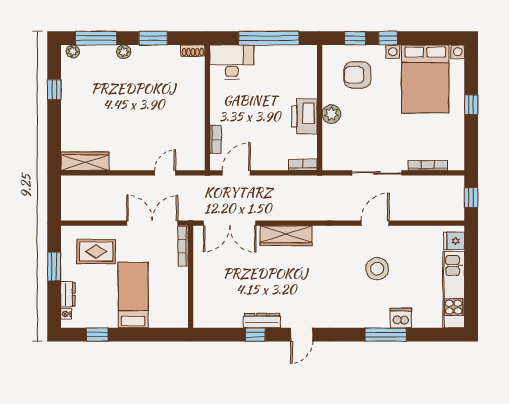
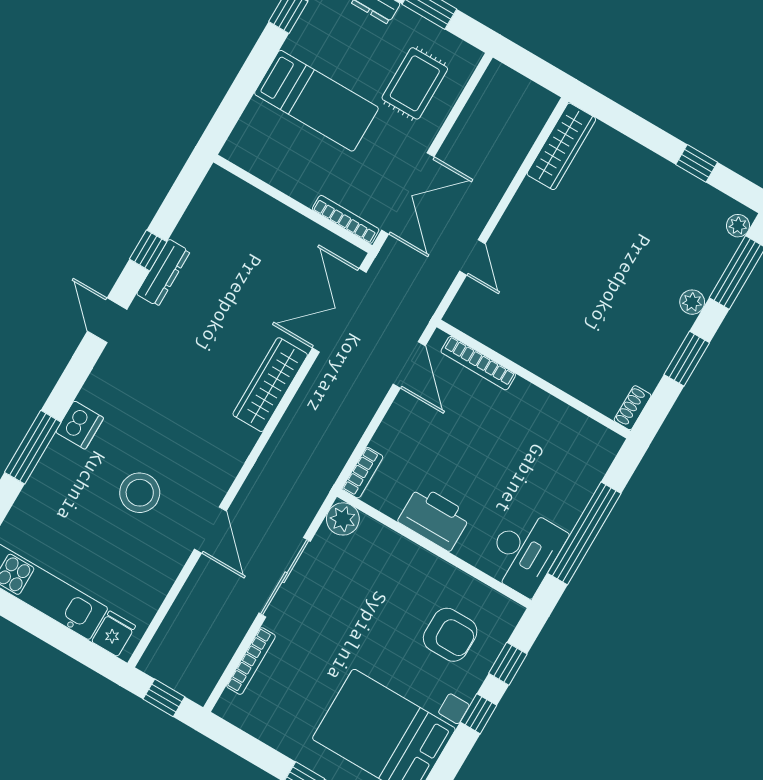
desk: (232, 62) -> (525, 552), moved
armchair: (357, 75) -> (450, 635), turned 90
plant: (331, 114) -> (343, 519), moved
bookcase: (215, 140) -> (478, 363), width x1.56
dishwasher: (401, 318) -> (80, 425), moved

